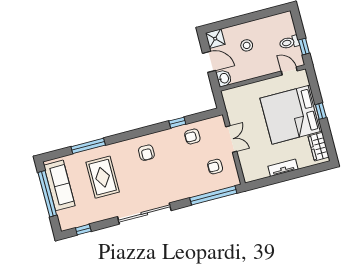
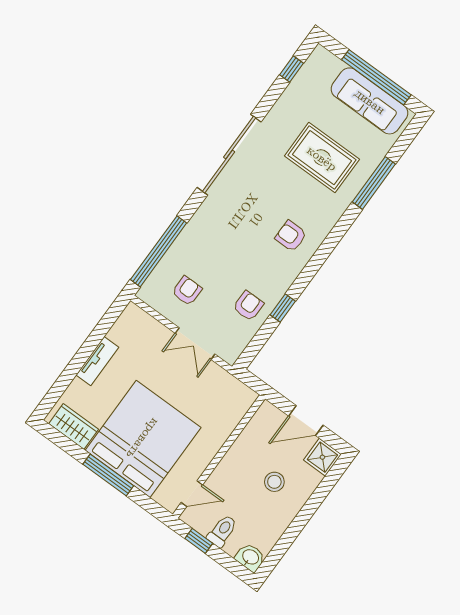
washbasin: (224, 78) -> (250, 557), moved, turned 180
window: (321, 111) -> (108, 475), width x2.17

